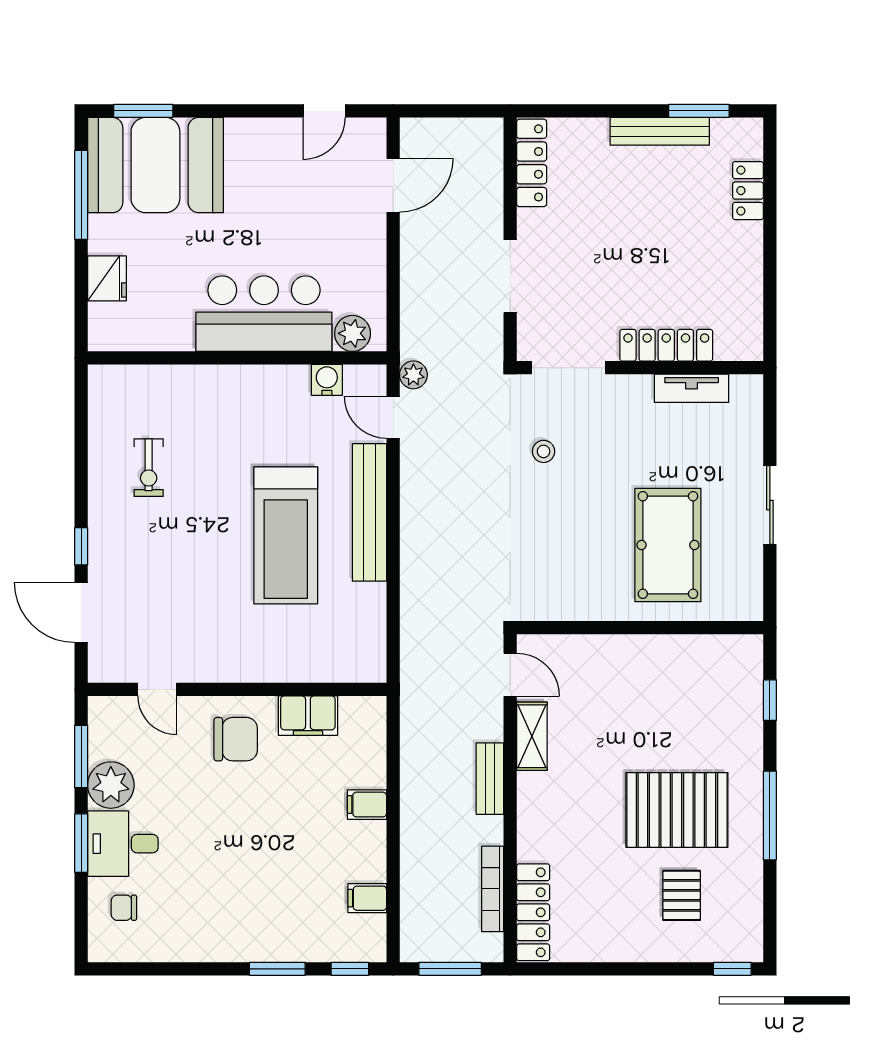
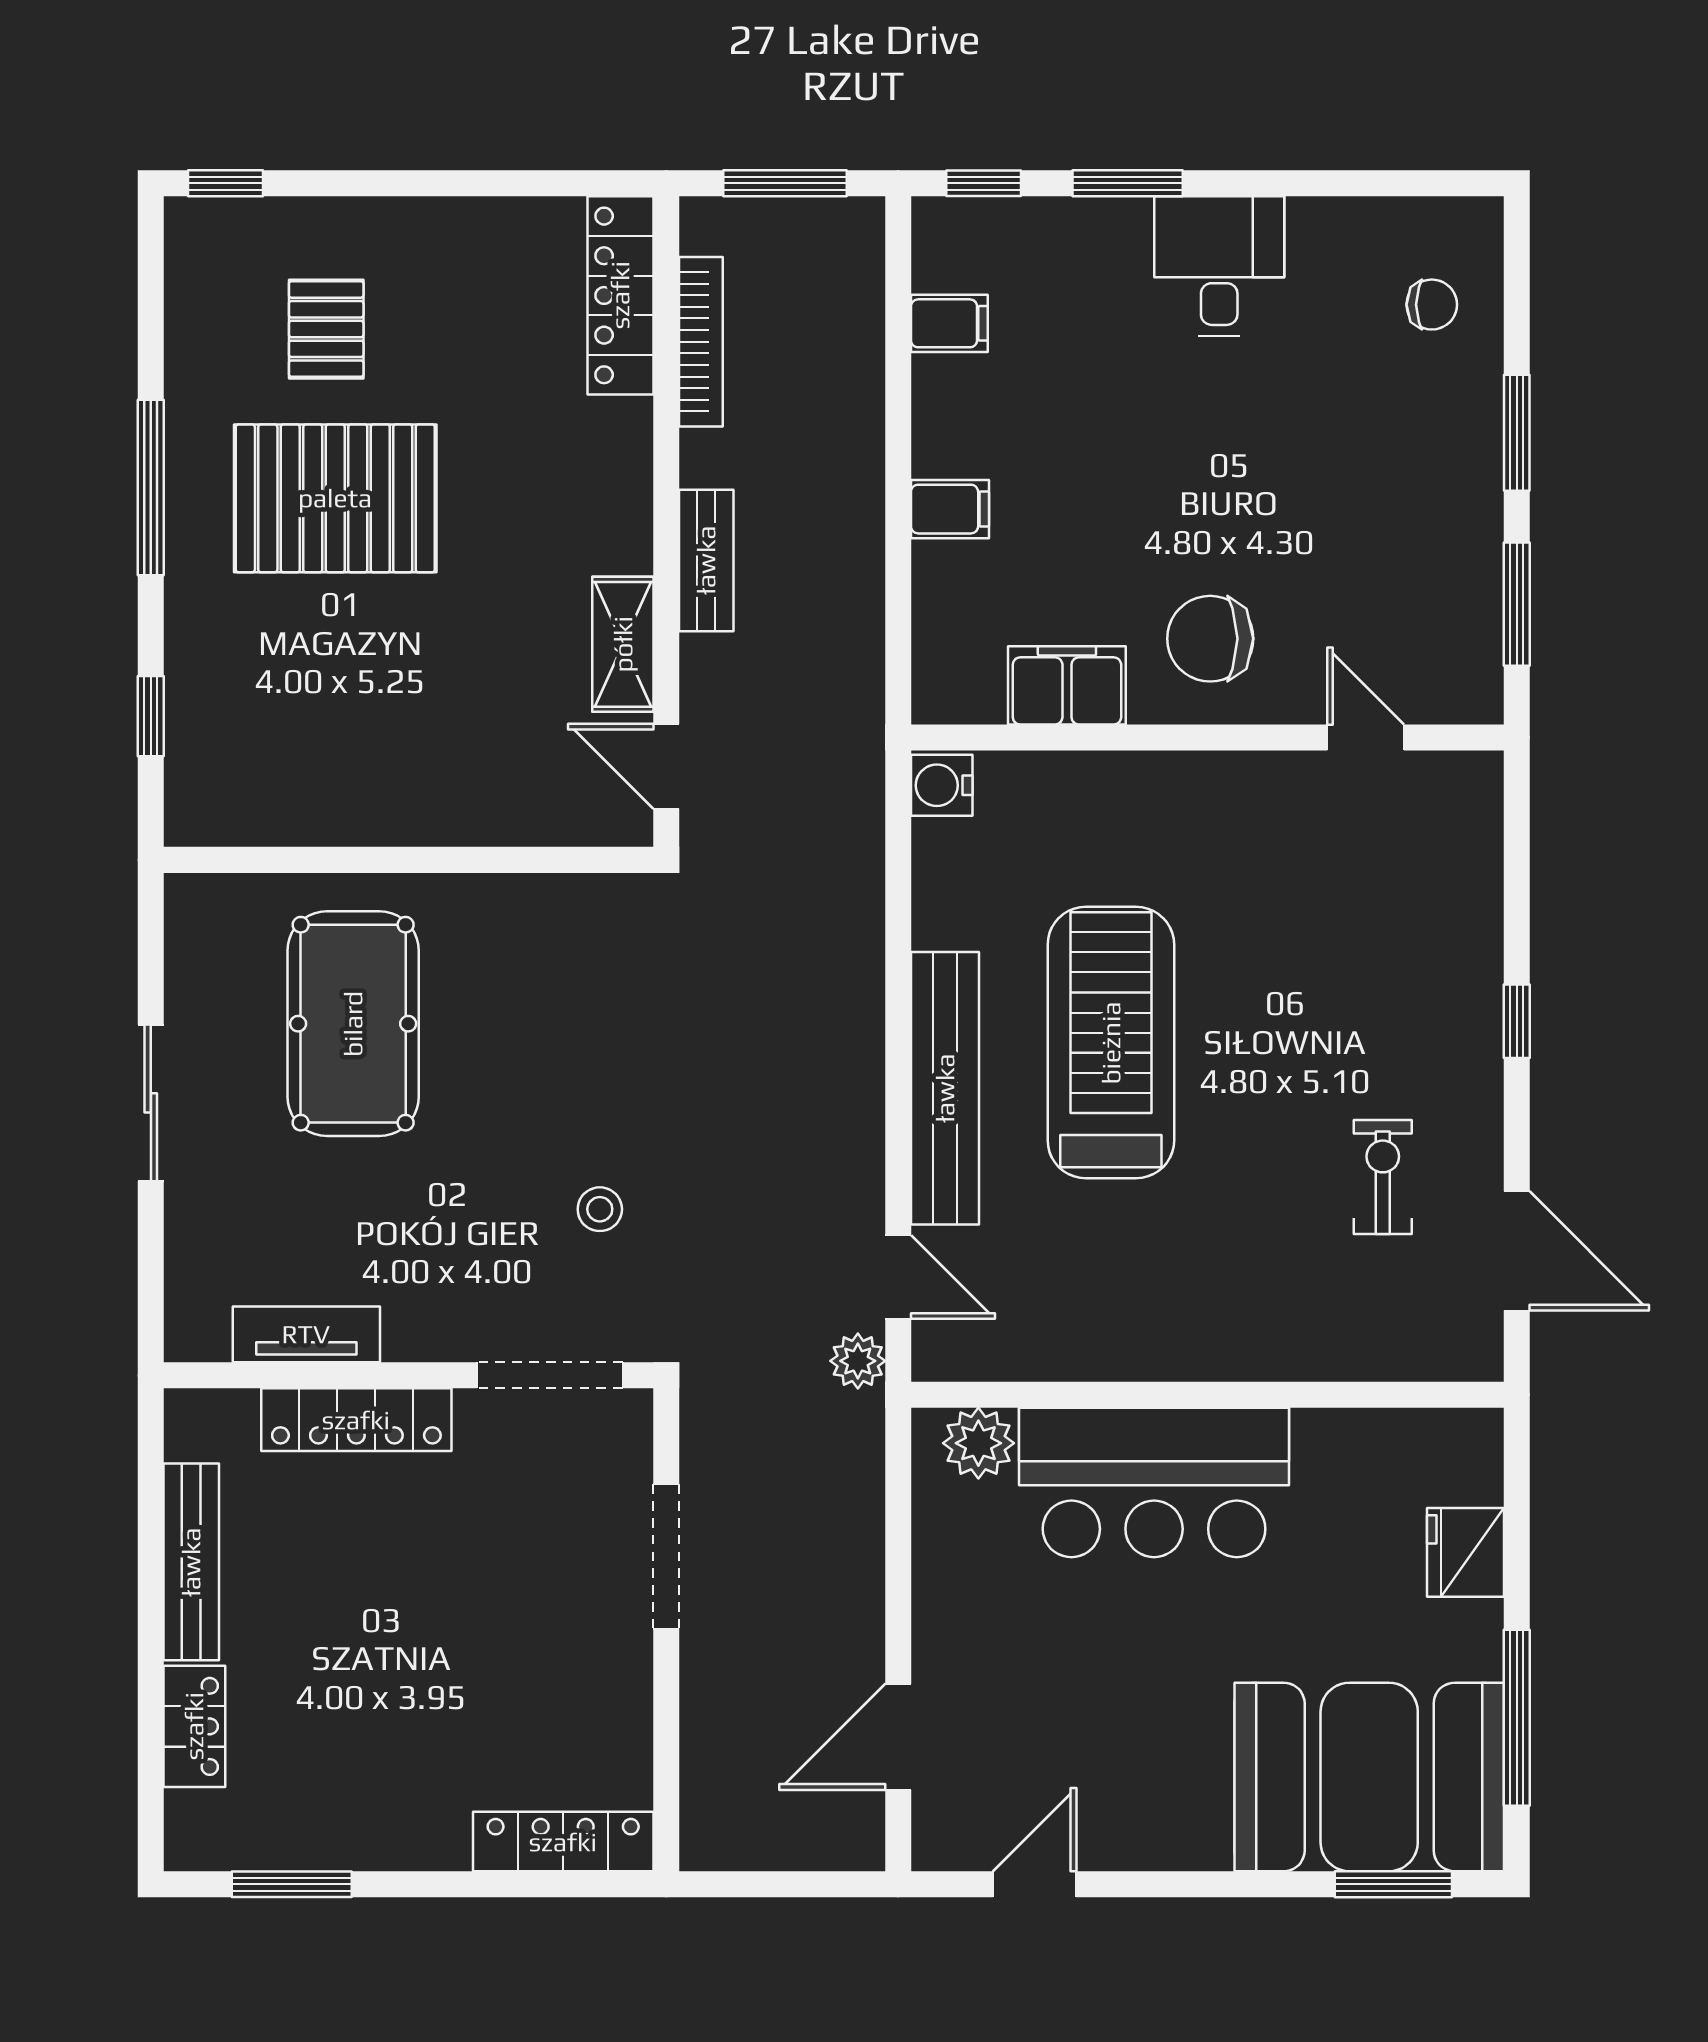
bench: (660, 131) -> (191, 1562), moved, turned 90
locker: (532, 163) -> (563, 1842), moved, turned 90
water cooler: (327, 380) -> (942, 785), moved, turned 90
door: (81, 612) -> (1517, 1251), moved
plant: (111, 785) -> (1458, 548), removed
desk: (123, 844) -> (1219, 266), moved, turned -90

